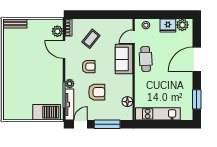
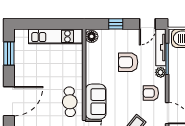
armchair: (89, 67) -> (151, 93), moved
floor lamp: (127, 102) -> (92, 36), moved
window: (107, 124) -> (116, 24), width x0.46

